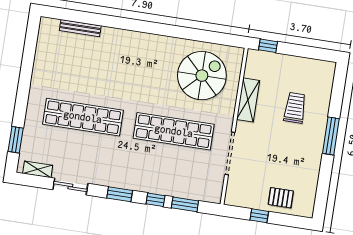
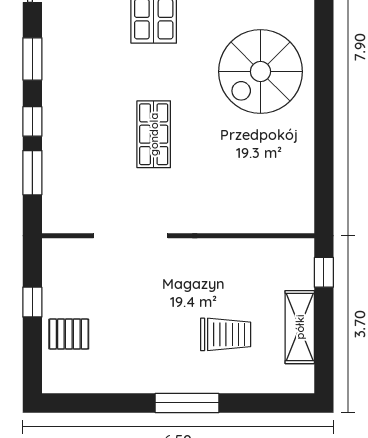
spiral stairs: (202, 76) -> (260, 72), moved, turned 90
shelving: (248, 100) -> (300, 327), moved, turned 90
shop shelf: (174, 131) -> (154, 134), width x0.50, depth x0.74
pallet: (281, 198) -> (69, 334), turned 90

